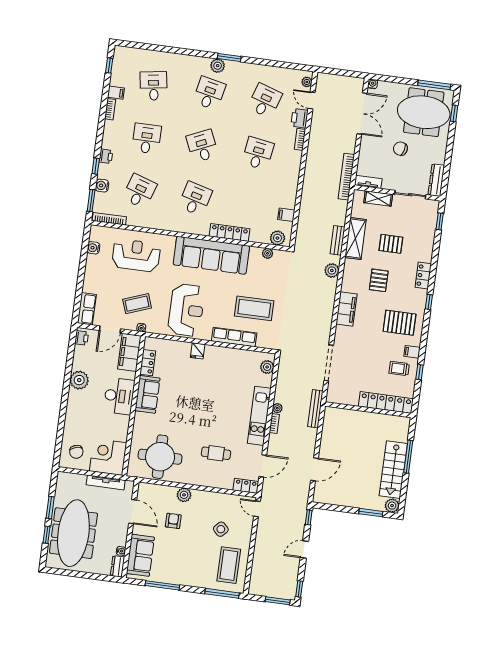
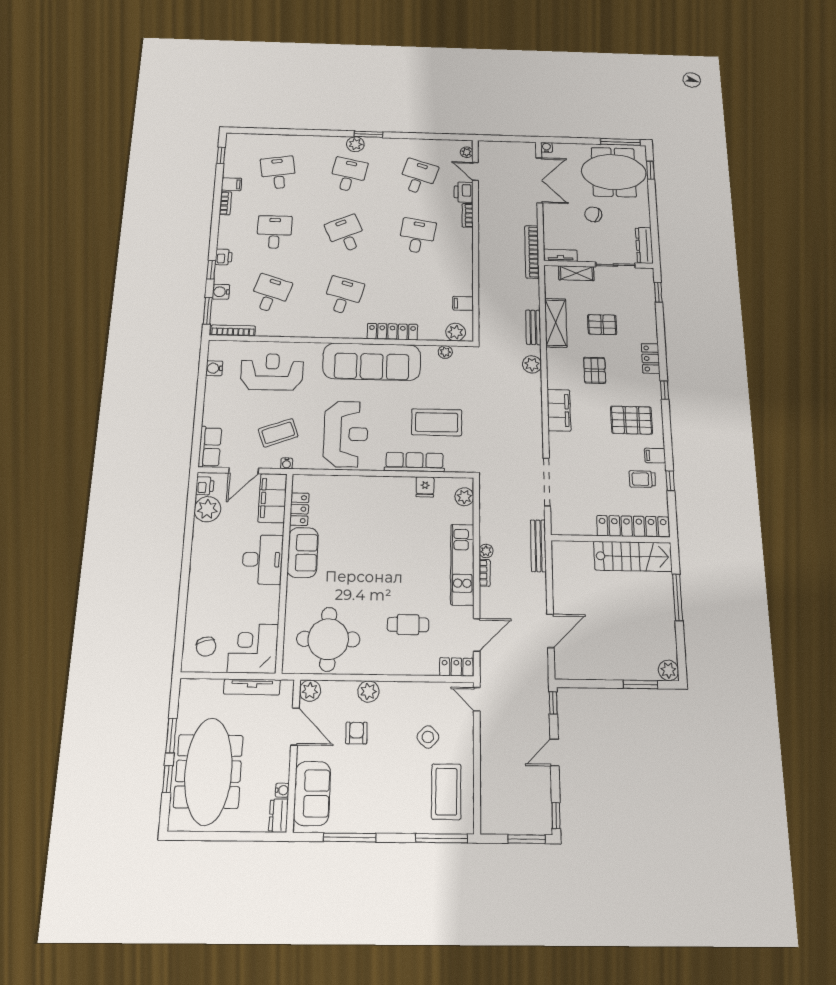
fridge: (198, 351) -> (425, 487), moved
plant: (79, 380) -> (207, 509), moved
stairs: (393, 470) -> (633, 556), moved, turned -90
plant: (145, 490) -> (310, 691), added

